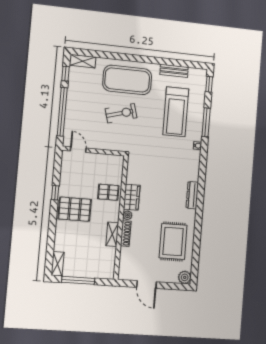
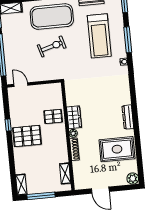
dresser: (192, 195) -> (128, 117), moved
shelving: (112, 234) -> (65, 173), moved
rug: (173, 242) -> (117, 149), turned 90

